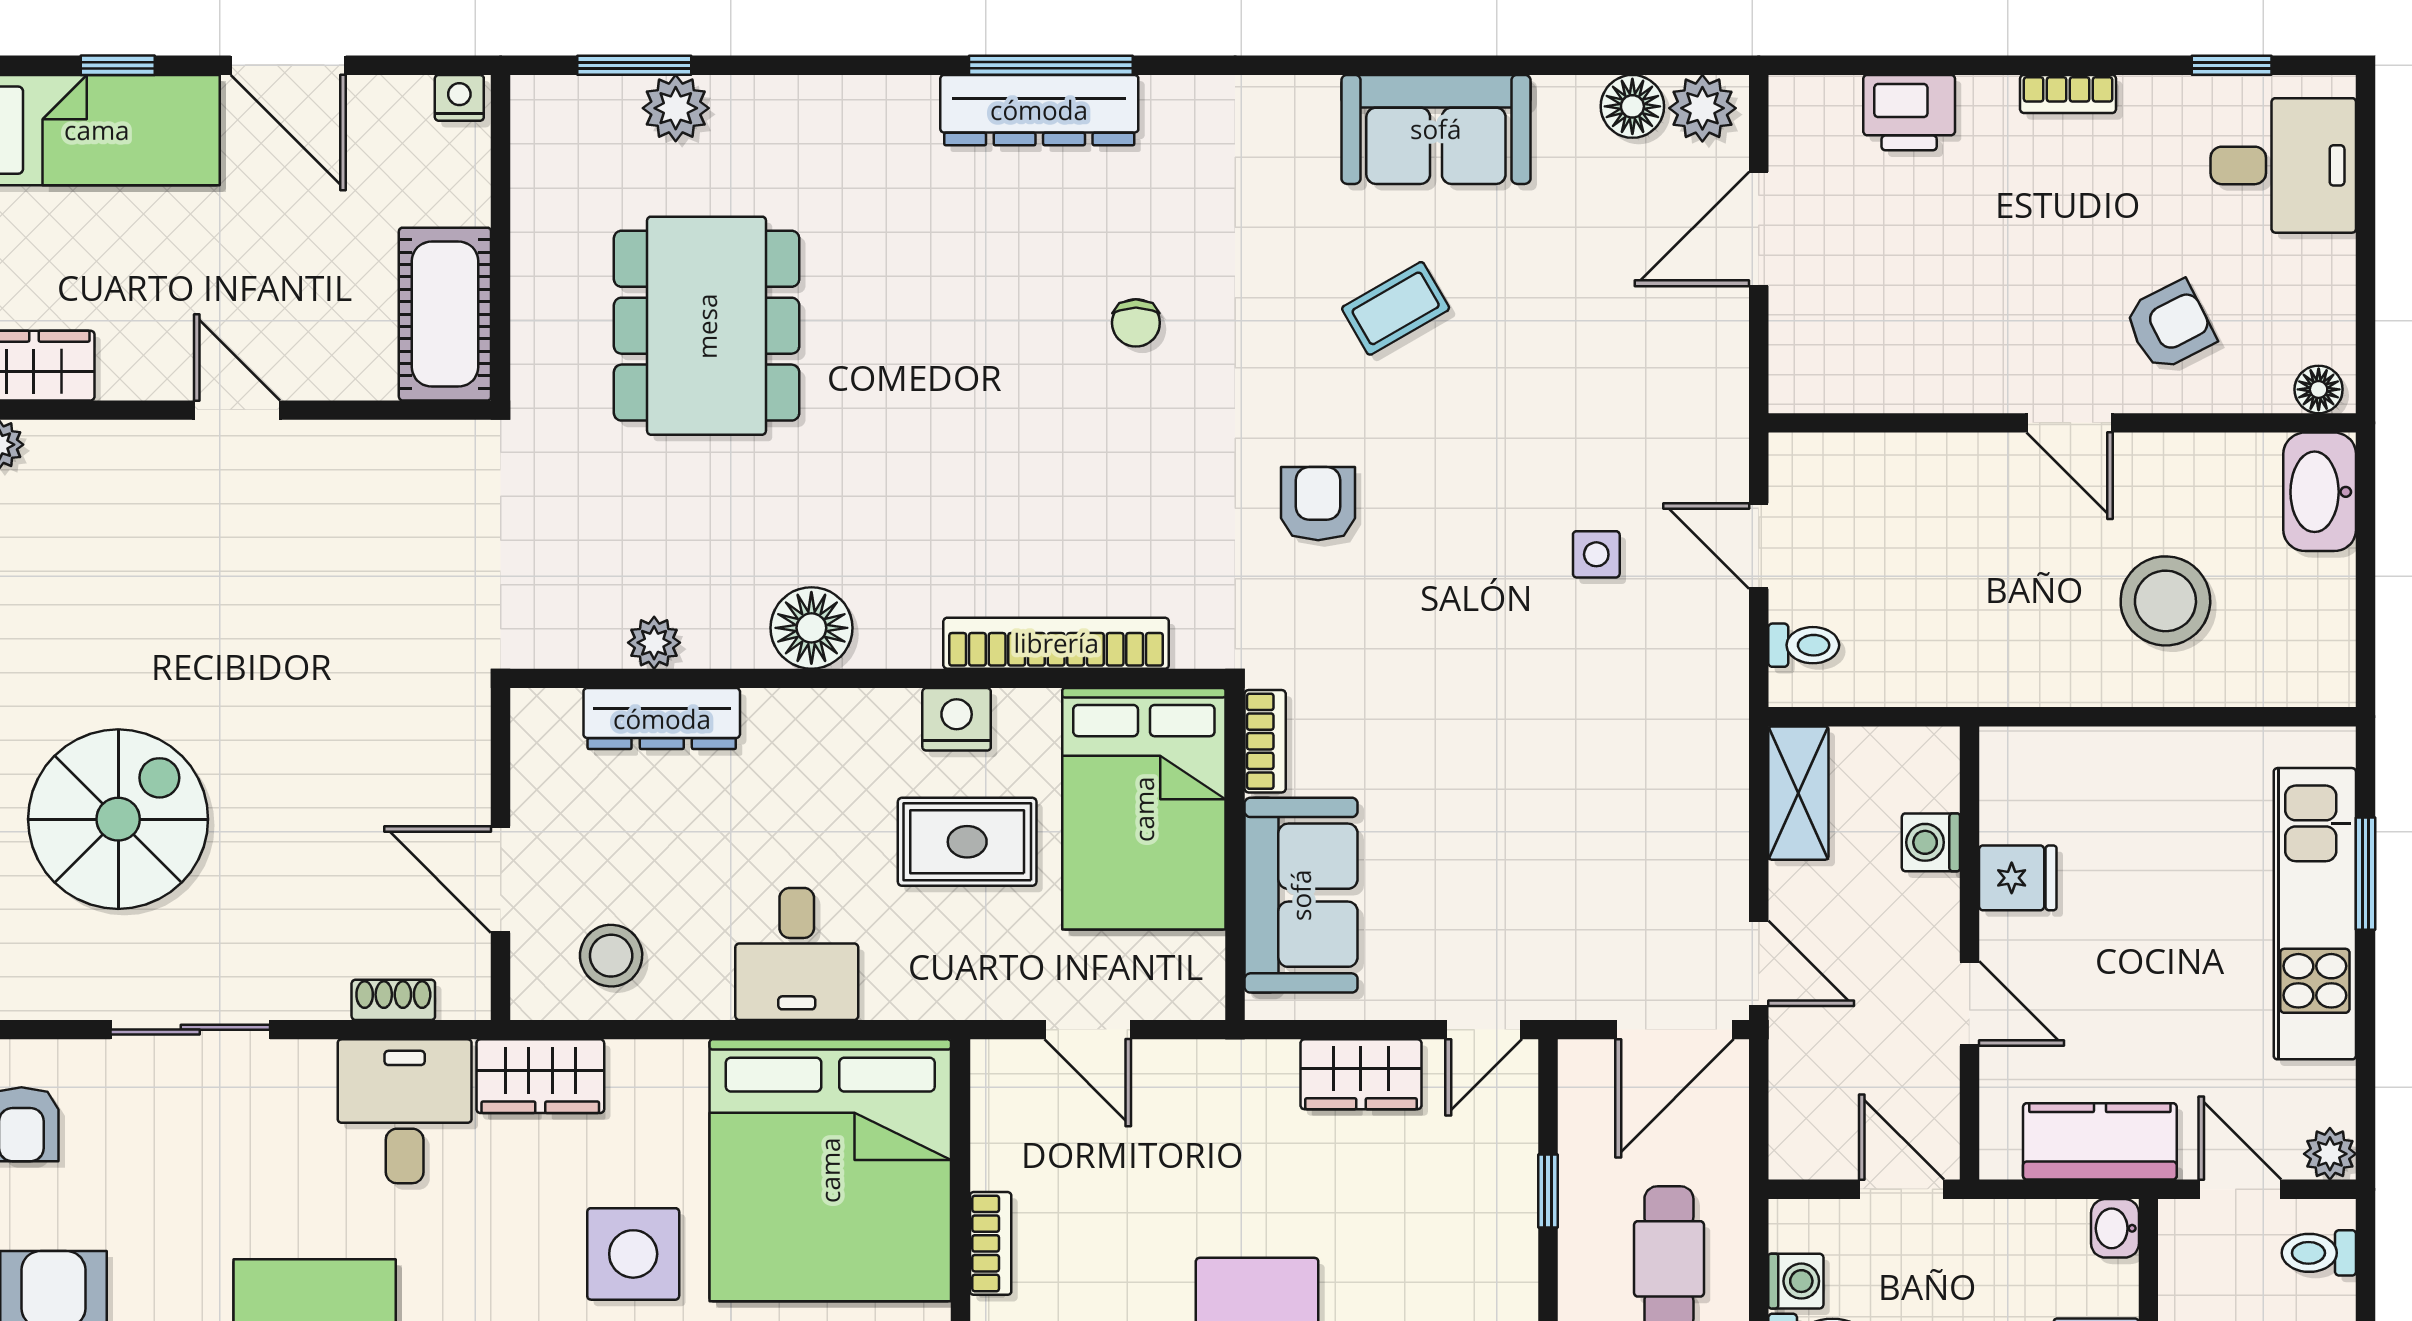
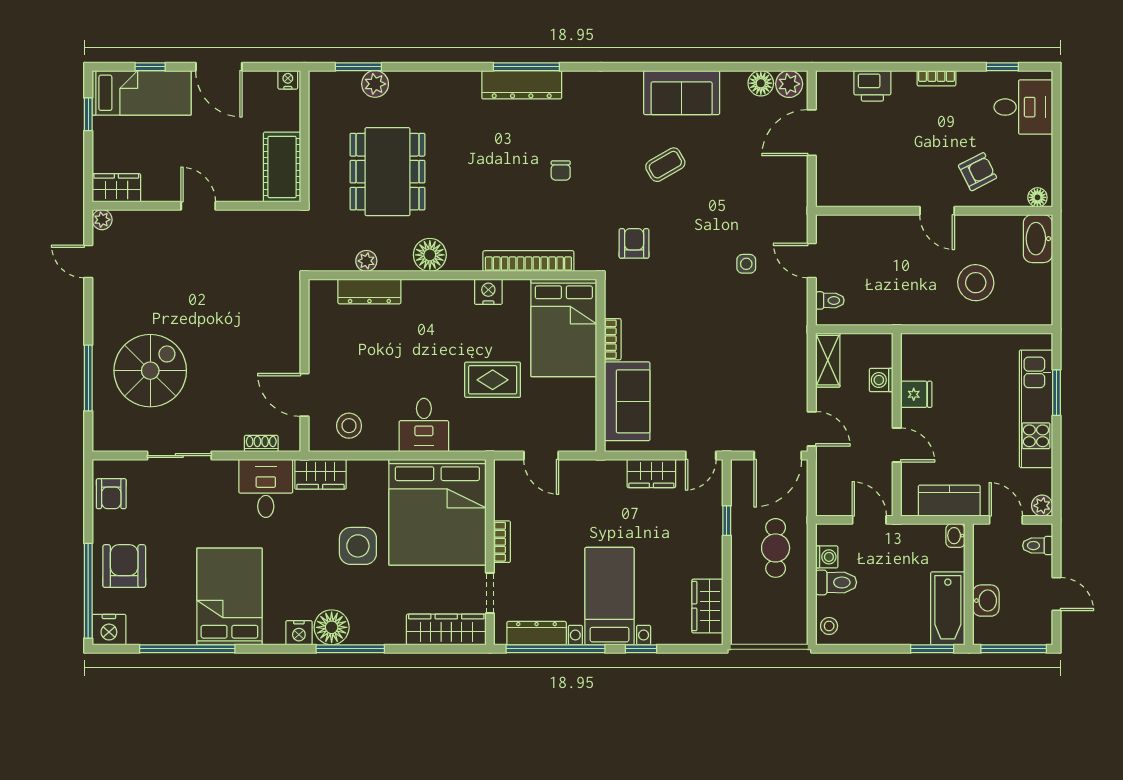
floor lamp: (811, 628) -> (430, 255), moved
plant: (654, 643) -> (366, 261), moved
bookcase: (1056, 643) -> (528, 261), moved
wall: (868, 678) -> (453, 275), moved
dresser: (662, 719) -> (369, 291), moved
nightstand: (957, 719) -> (488, 292), moved
bed: (1144, 809) -> (564, 328), moved

